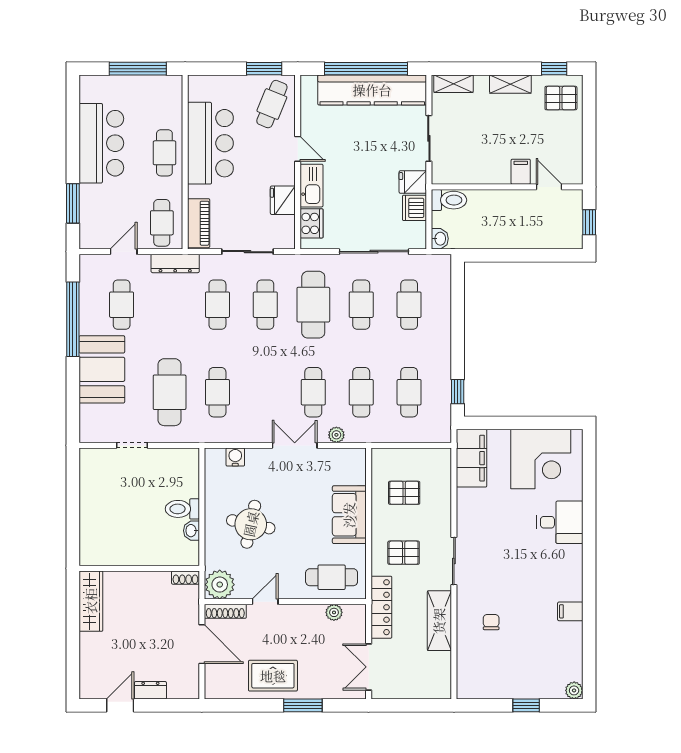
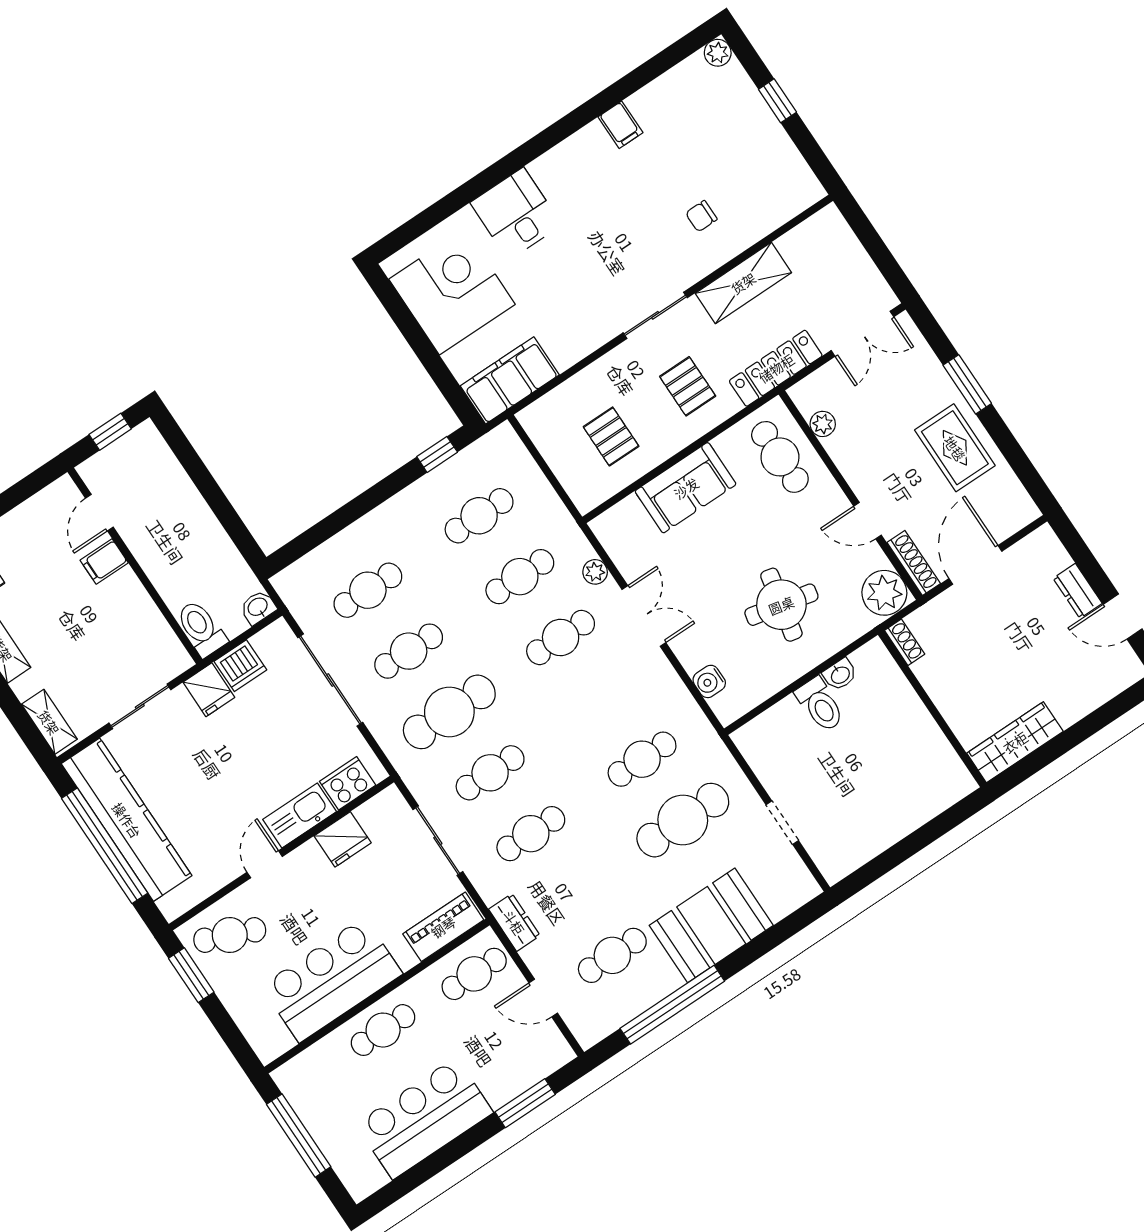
dresser: (175, 263) -> (514, 922), width x0.70
double door: (295, 445) -> (644, 616), swing flipped

